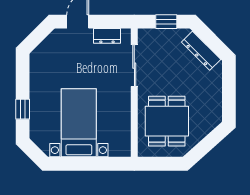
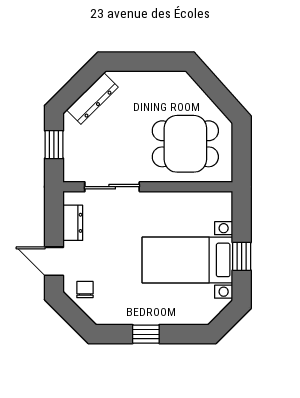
chair: (56, 45) -> (85, 290), added
window: (23, 109) -> (146, 334), moved
window: (82, 164) -> (242, 256), added

